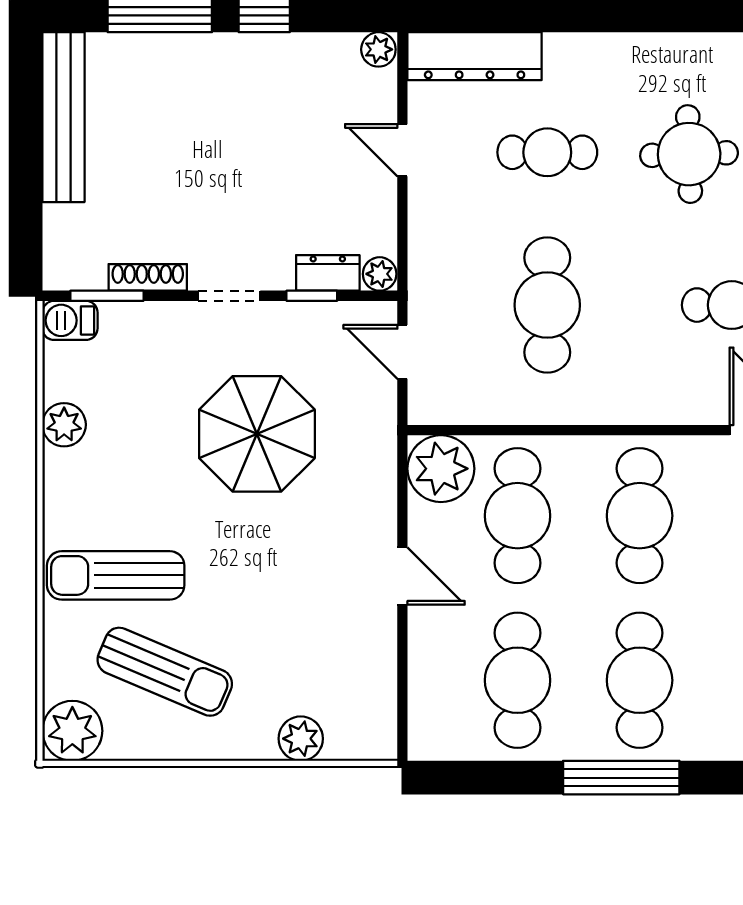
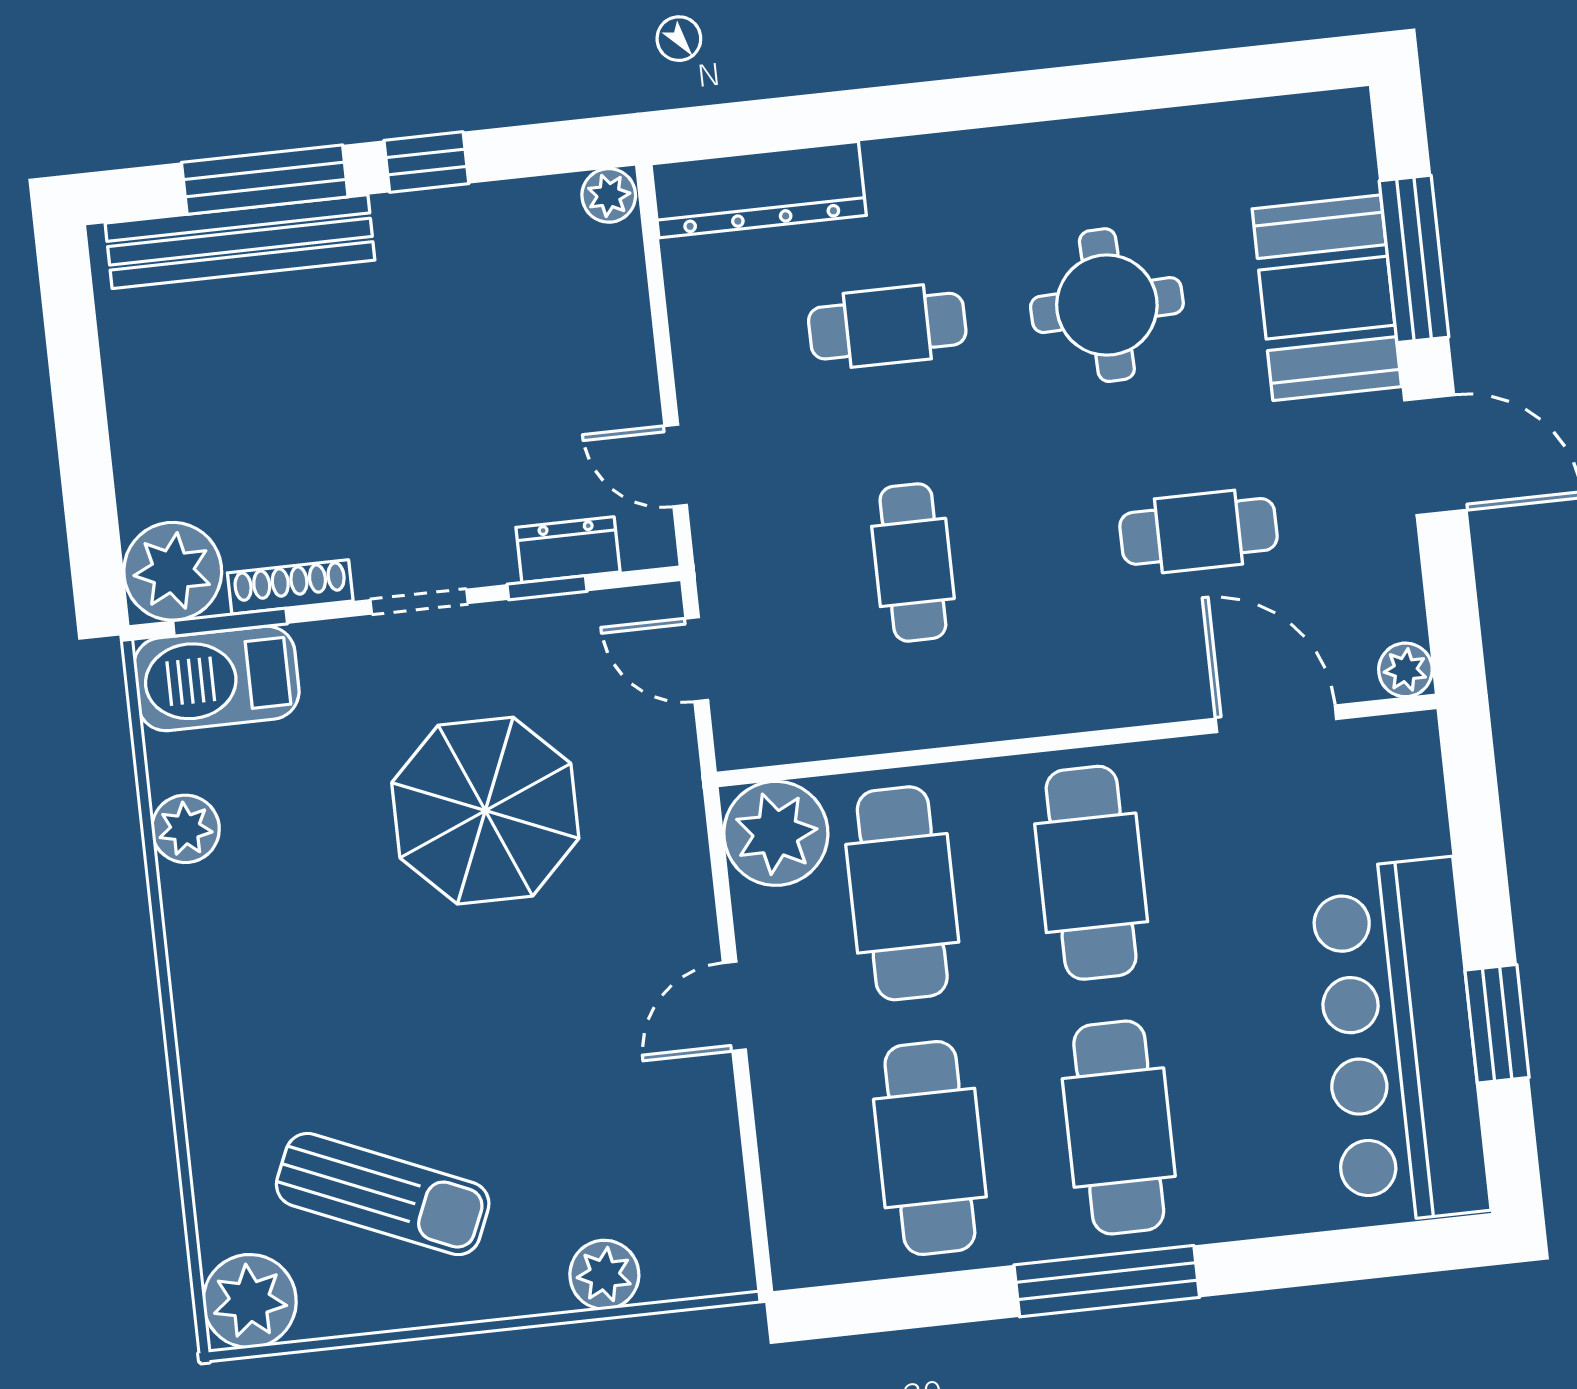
bench: (63, 117) -> (240, 242), moved, turned 90
door: (402, 150) -> (676, 466), moved
plant: (380, 274) -> (173, 571), moved, width x1.88, depth x1.88
cafe table: (547, 305) -> (913, 562), width x0.73, depth x0.74
barbecue: (70, 320) -> (216, 678), width x1.88, depth x1.53
sun lounger: (116, 575) -> (291, 1053), removed
door: (402, 576) -> (734, 1006), swing flipped

